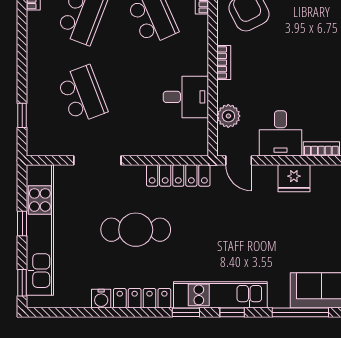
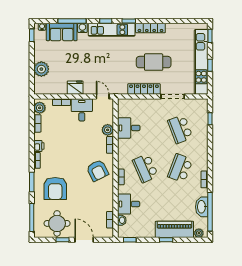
plant: (228, 116) -> (108, 130), moved
locker: (178, 175) -> (144, 89), moved
water cooler: (101, 299) -> (82, 28), moved

